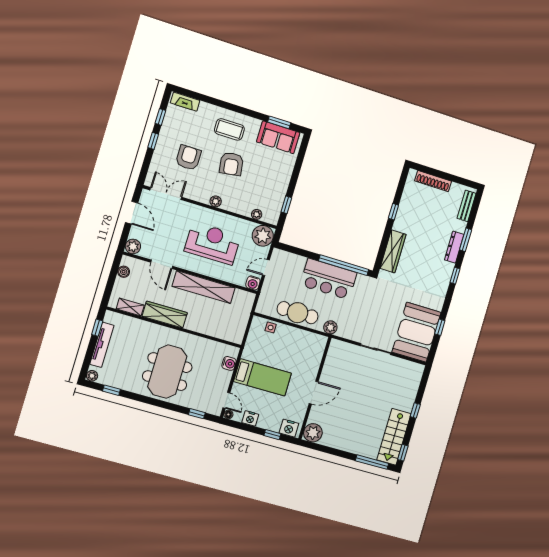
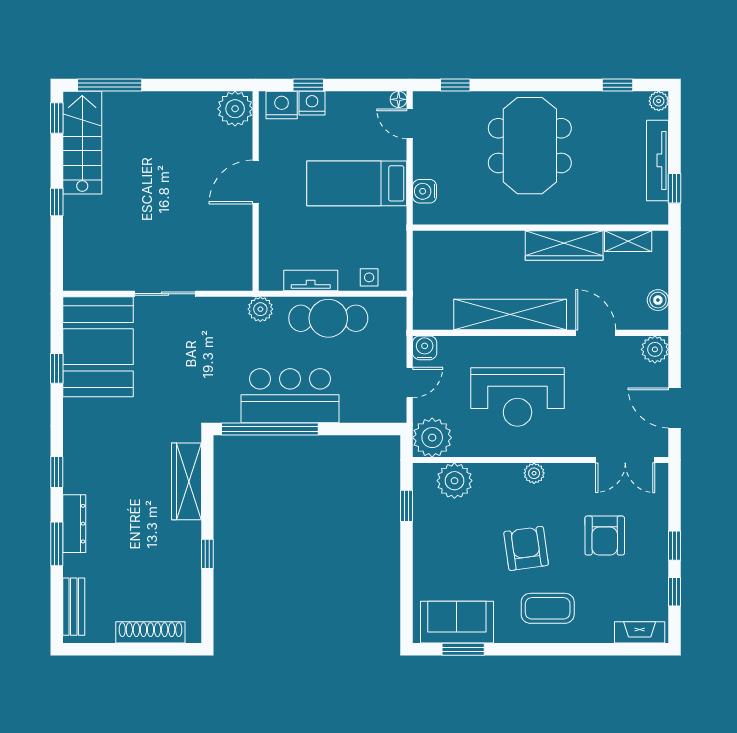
plant: (257, 214) -> (454, 481), width x1.88, depth x1.88
tv unit: (301, 335) -> (311, 280), added
nightstand: (250, 418) -> (312, 103), moved

